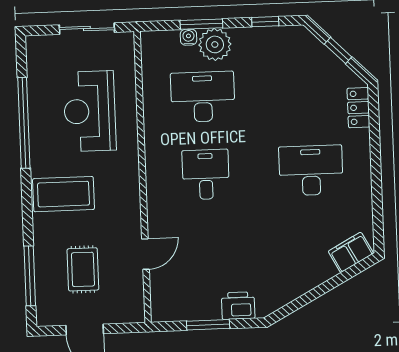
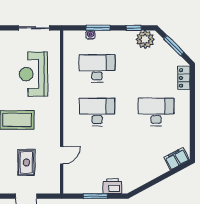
plant: (215, 44) -> (145, 39), moved
window: (338, 51) -> (174, 45), width x1.50
desk: (206, 174) -> (97, 112), width x1.37

